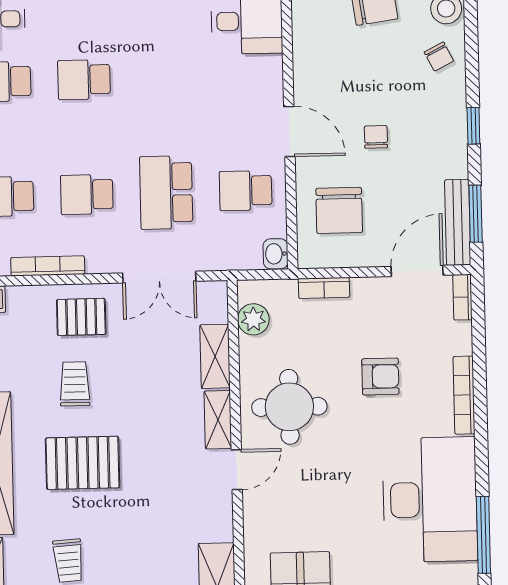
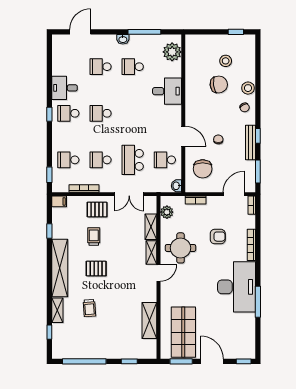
bench: (458, 222) -> (251, 142), moved
pallet: (83, 463) -> (96, 269), width x0.67, depth x0.71

